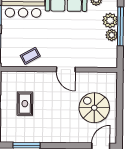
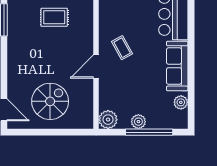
plant: (110, 20) -> (108, 120), moved
coffee table: (30, 56) -> (122, 48), moved

